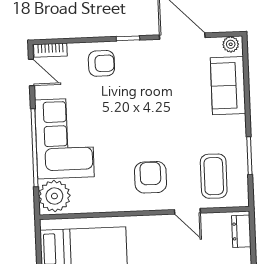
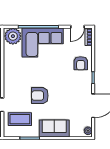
sofa: (228, 86) -> (54, 128), moved
armchair: (151, 177) -> (40, 96), moved, turned 180

